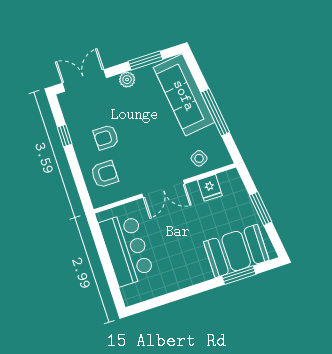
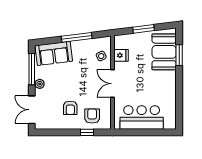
window: (145, 61) -> (32, 69), width x1.44
sofa: (184, 95) -> (54, 53), width x0.73
window: (65, 136) -> (87, 132), moved
double door: (163, 189) -> (112, 84), swing flipped

